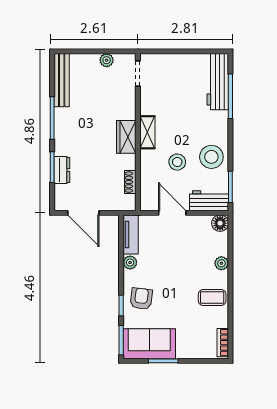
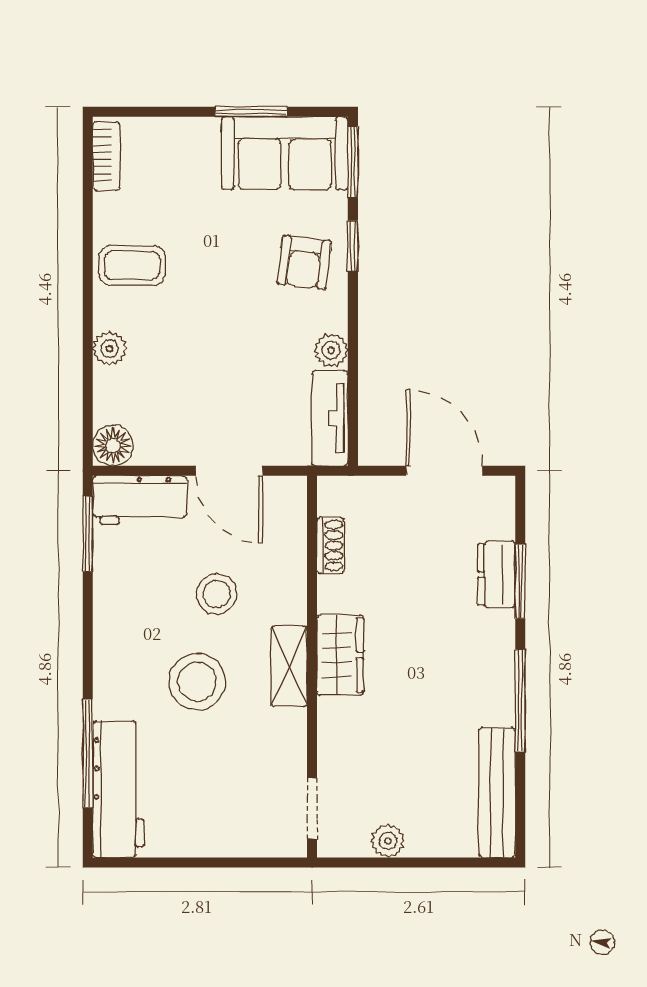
stool: (211, 157) -> (197, 682), moved

